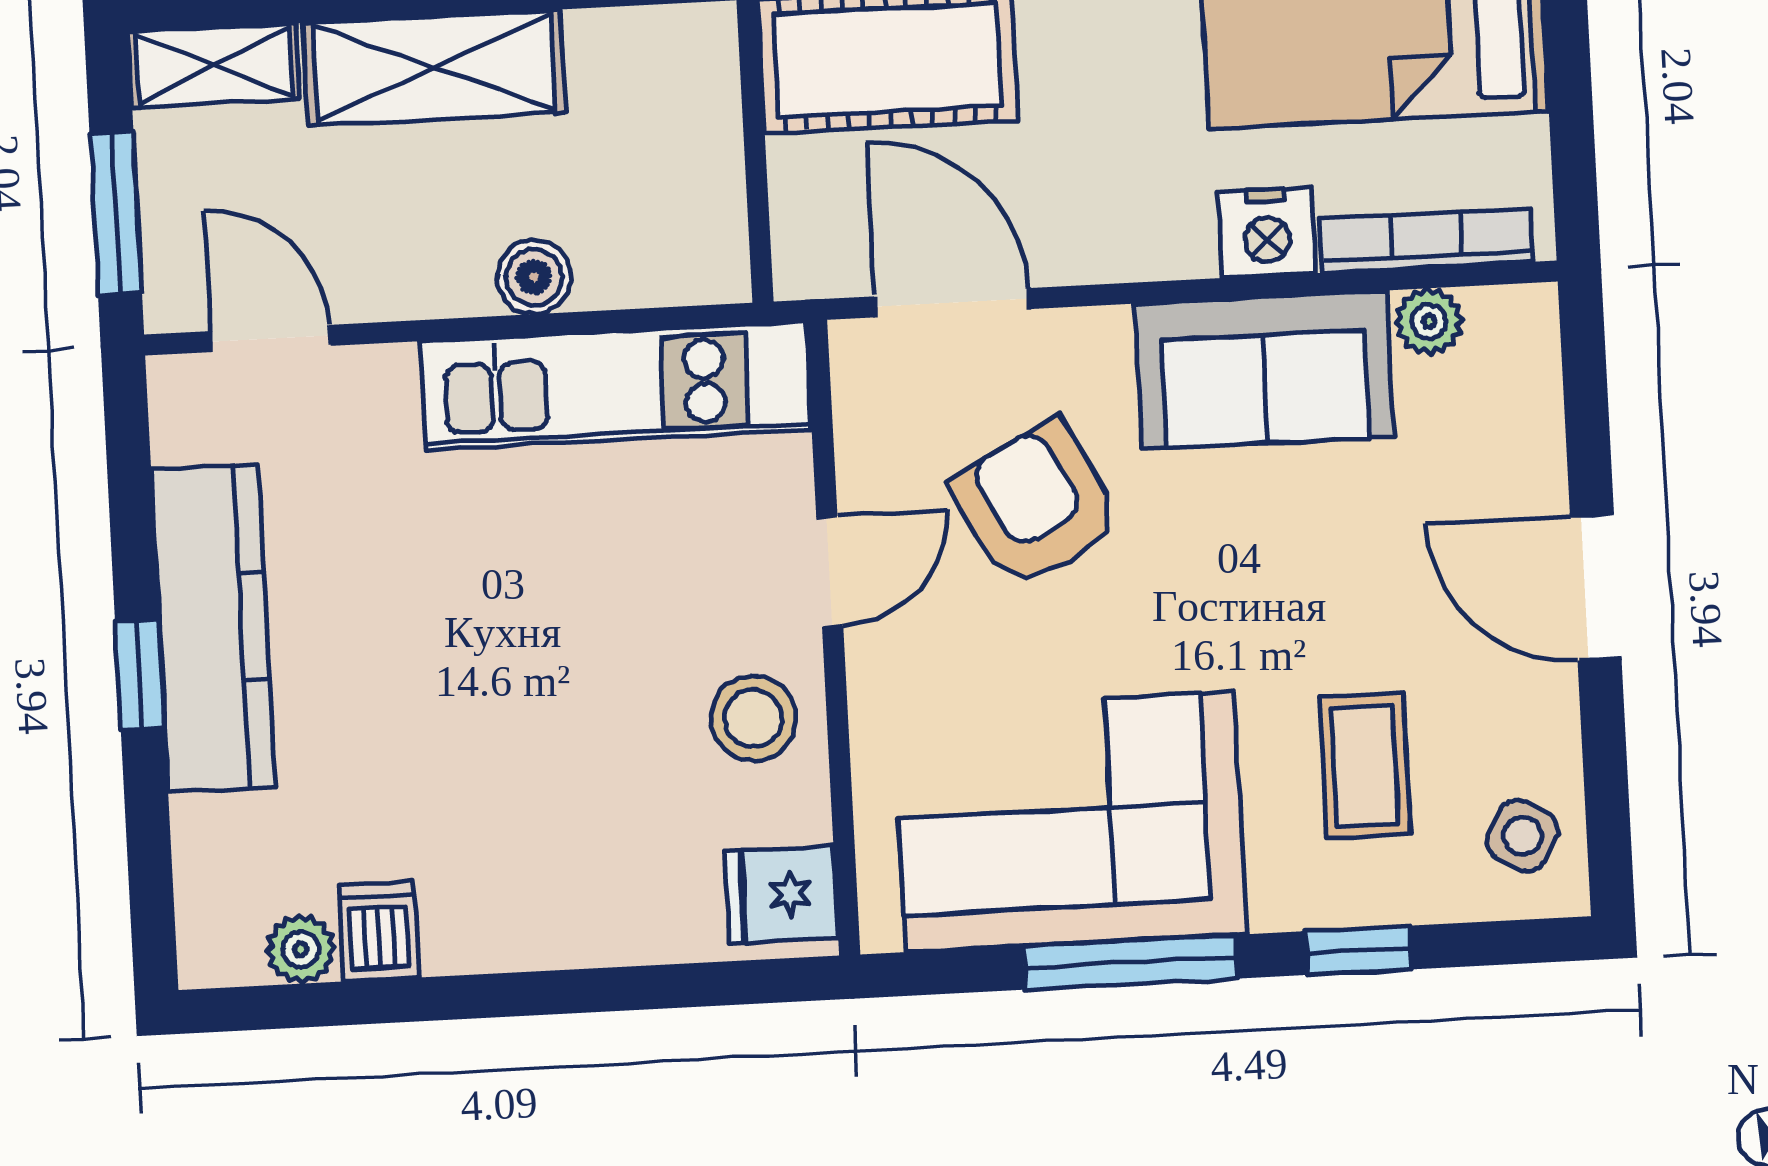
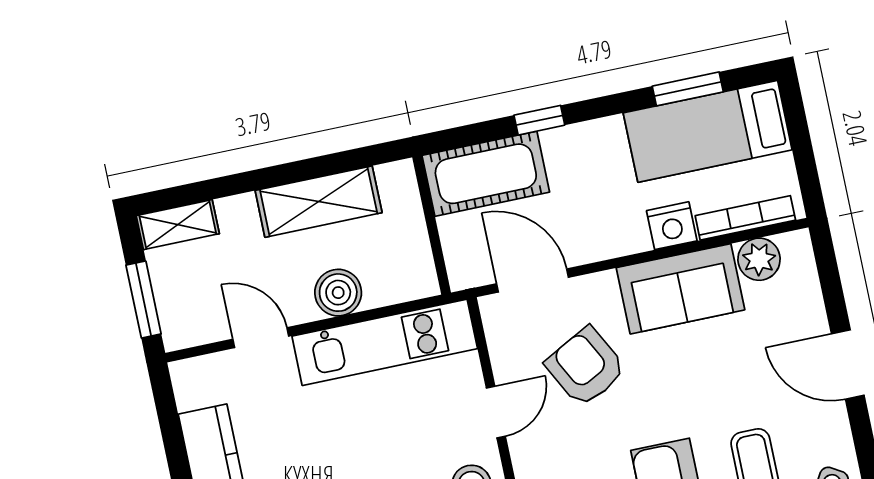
shelving: (434, 68) -> (319, 202), moved
boiler: (534, 277) -> (338, 293), width x1.36, depth x1.36
plant: (1429, 321) -> (759, 259), width x1.38, depth x1.38
door: (270, 338) -> (261, 338), moved

